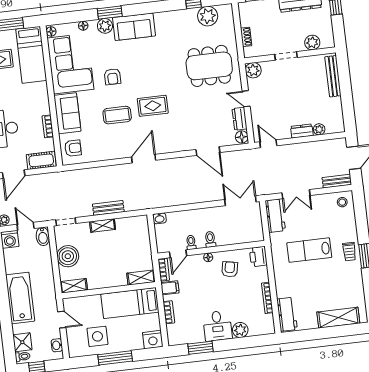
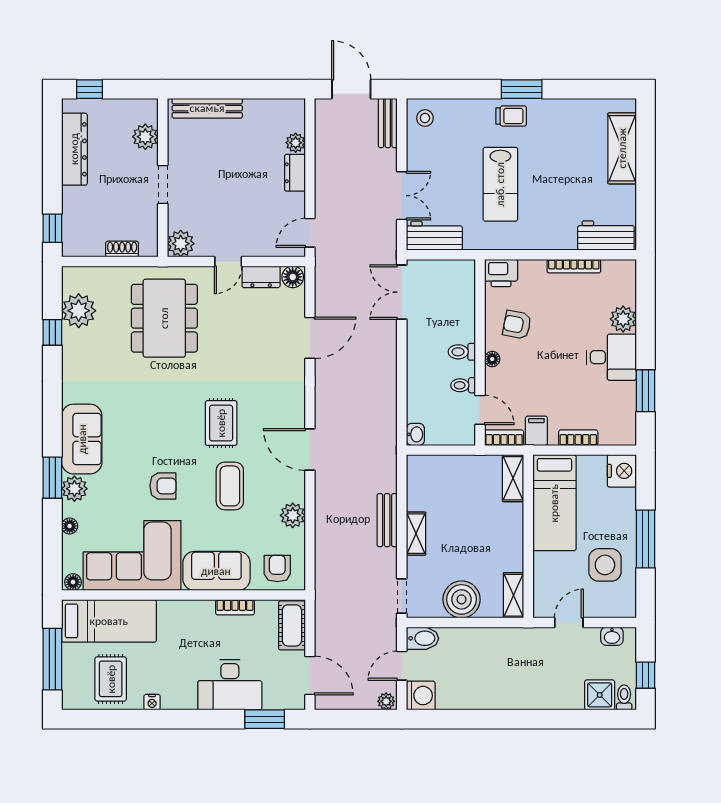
plant: (105, 153) -> (293, 515), added
bathtub: (20, 298) -> (523, 690), removed

